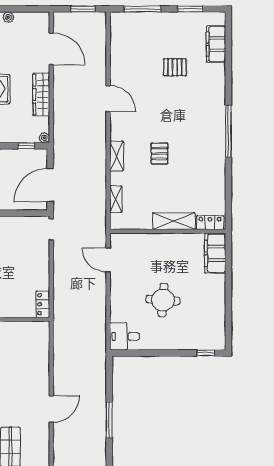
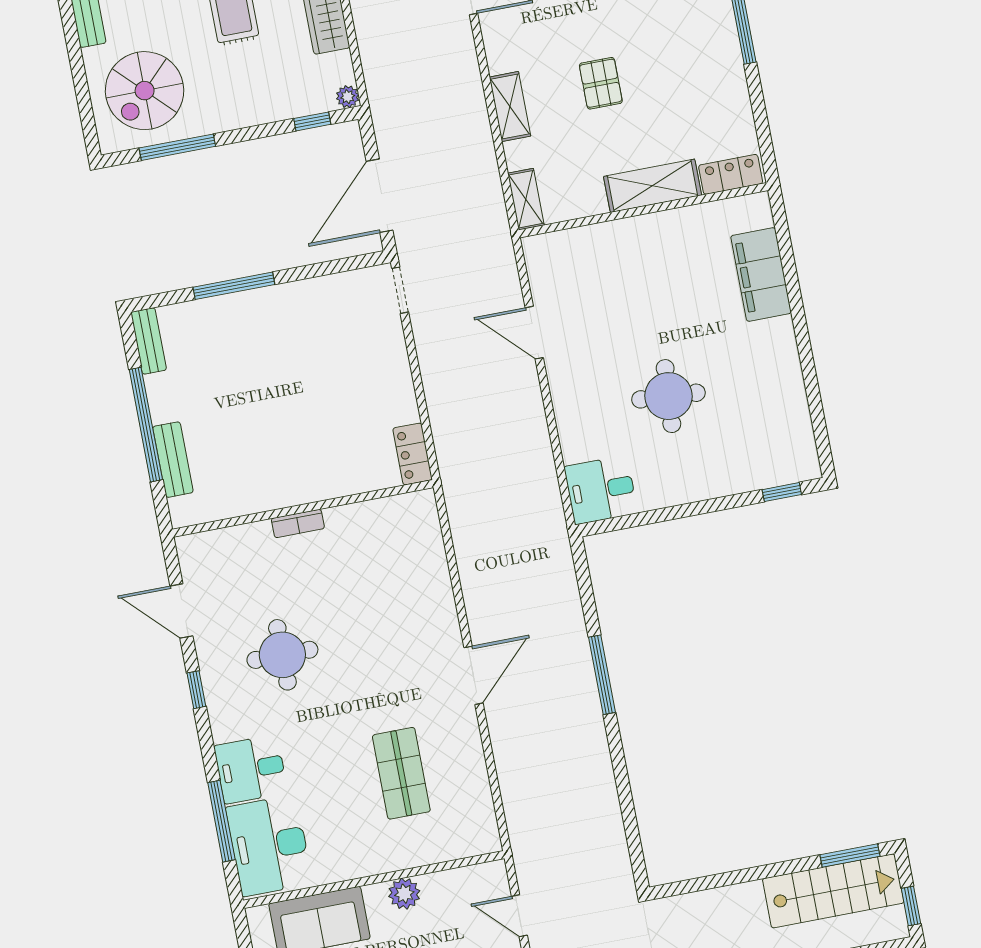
shelving: (174, 221) -> (653, 186), moved
locker: (210, 223) -> (731, 174), moved
wall: (168, 231) -> (643, 210), moved

